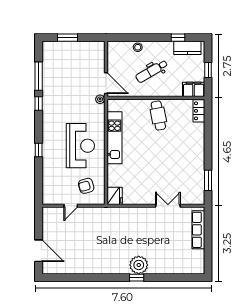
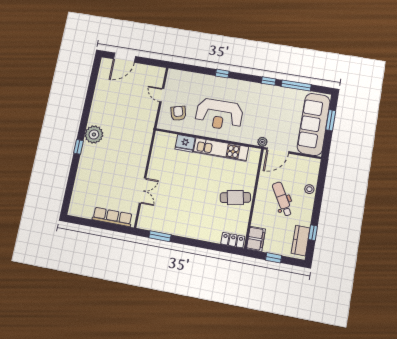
sofa: (74, 53) -> (314, 124), added
fridge: (115, 196) -> (185, 143), moved
plant: (139, 265) -> (94, 134), moved

